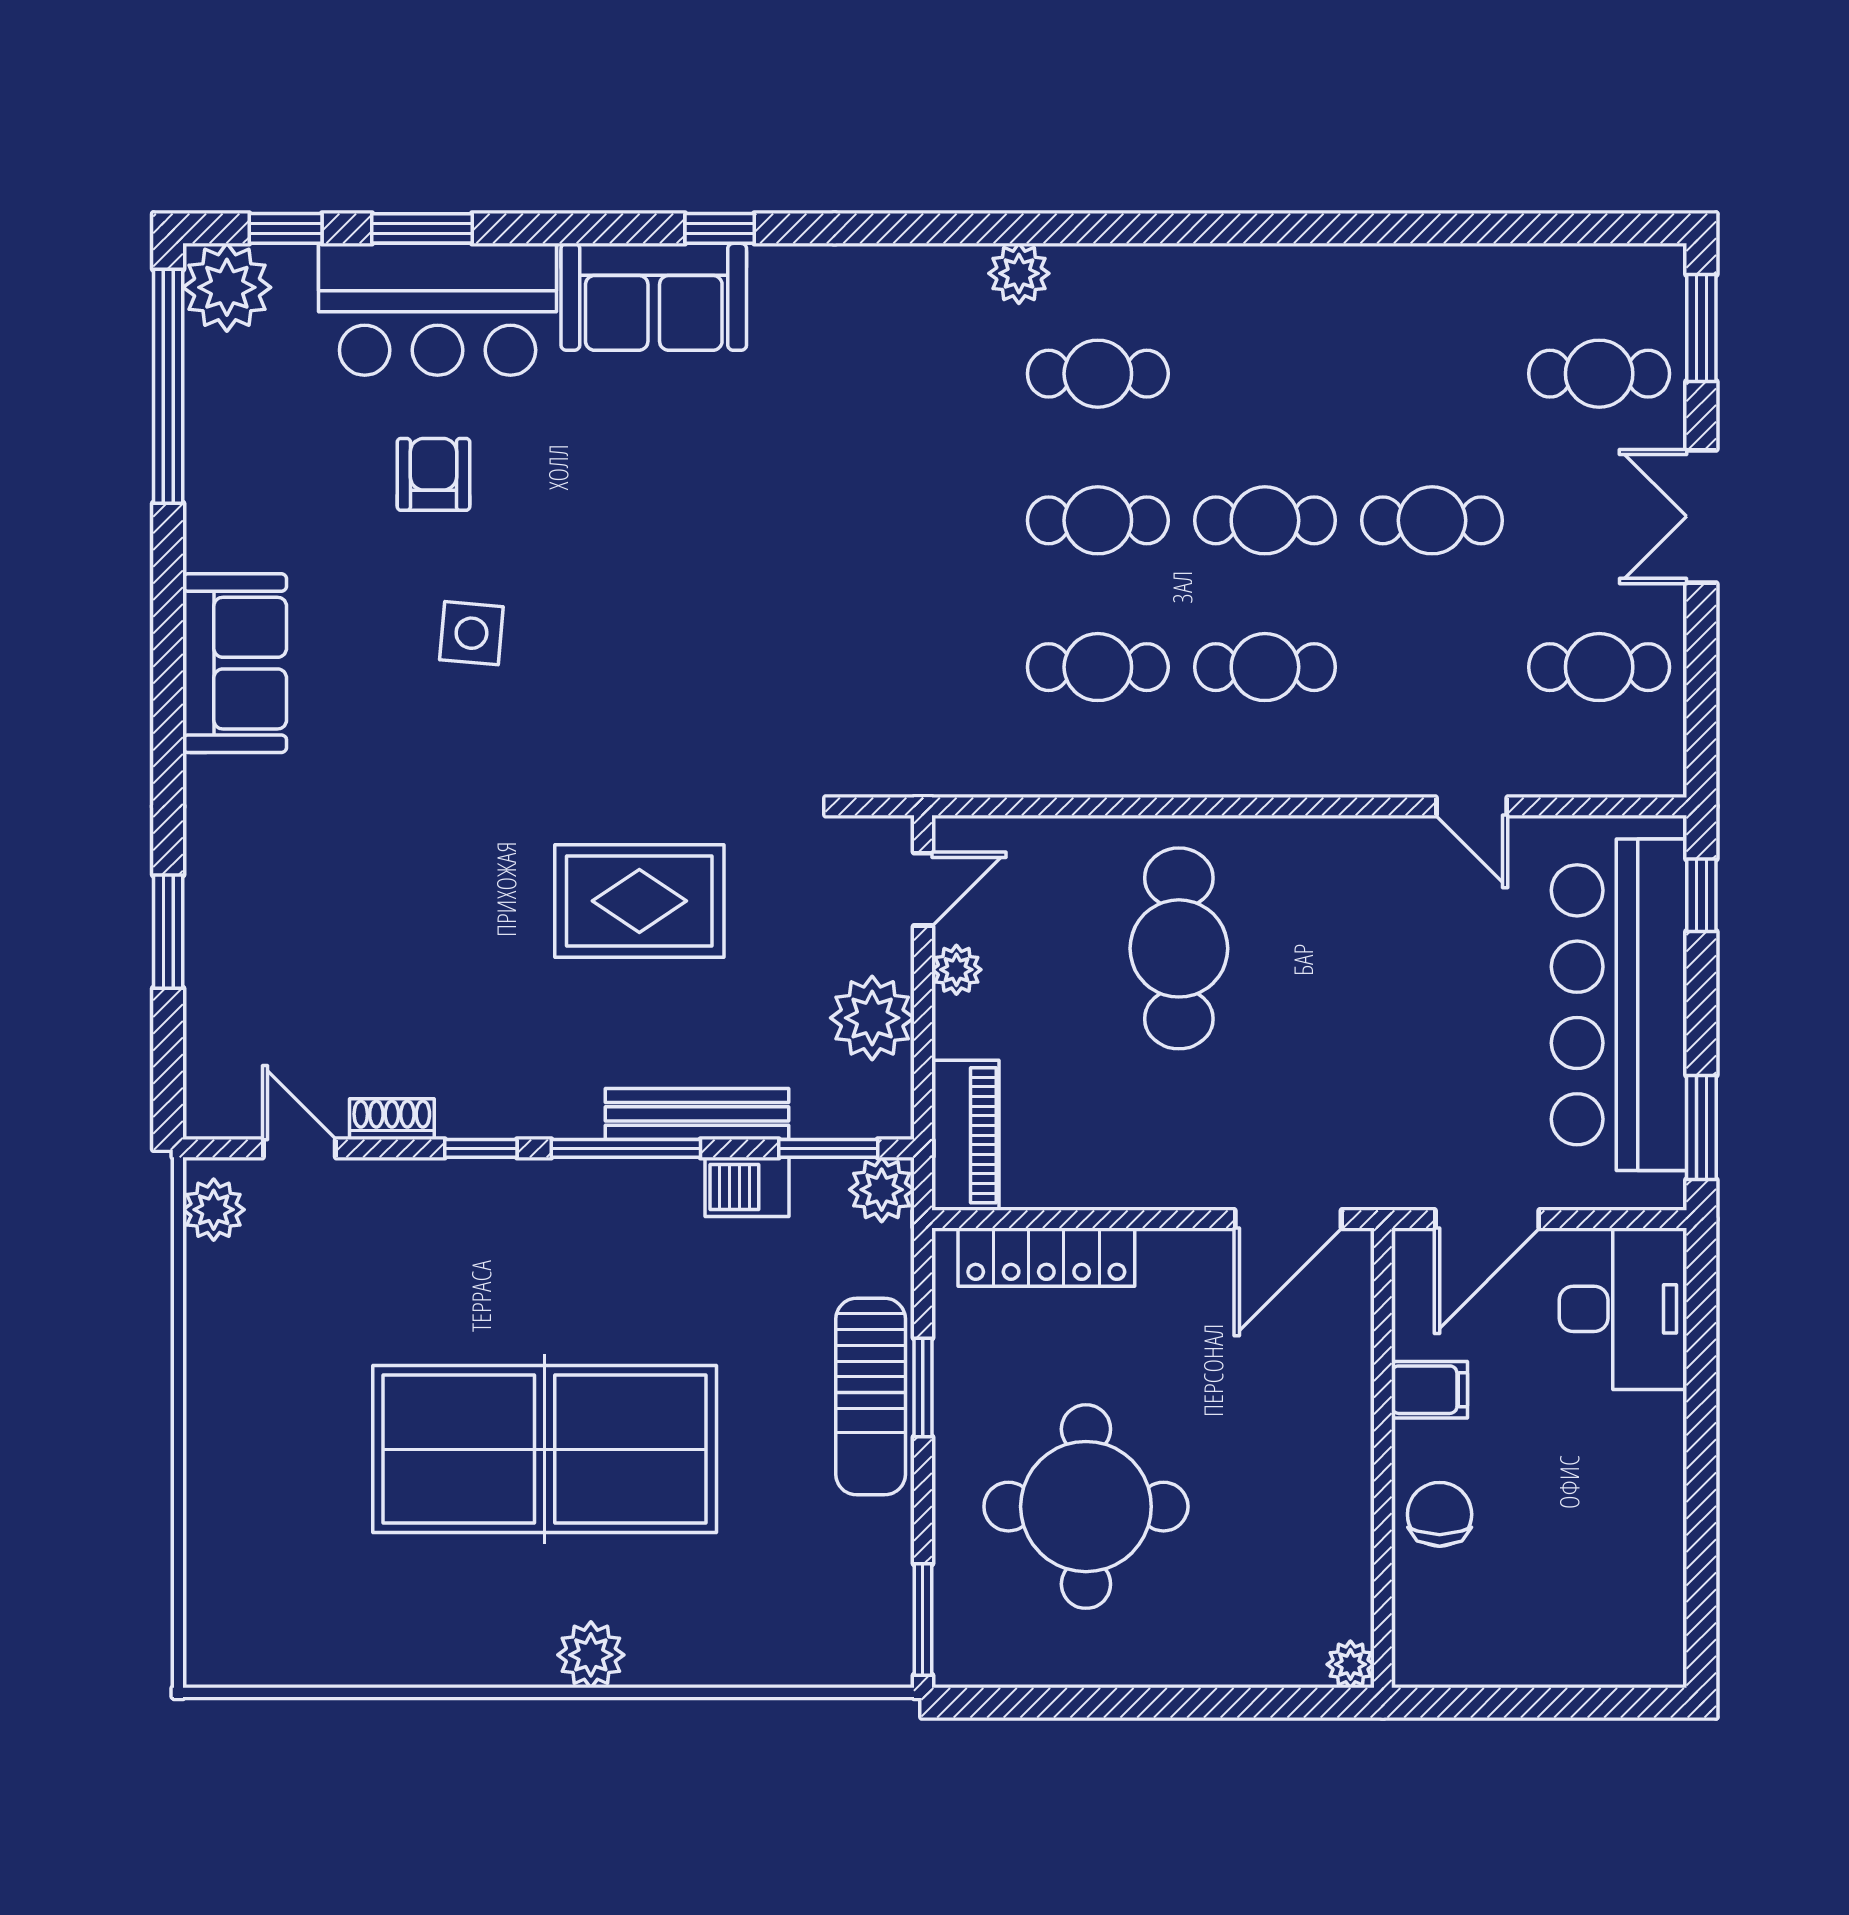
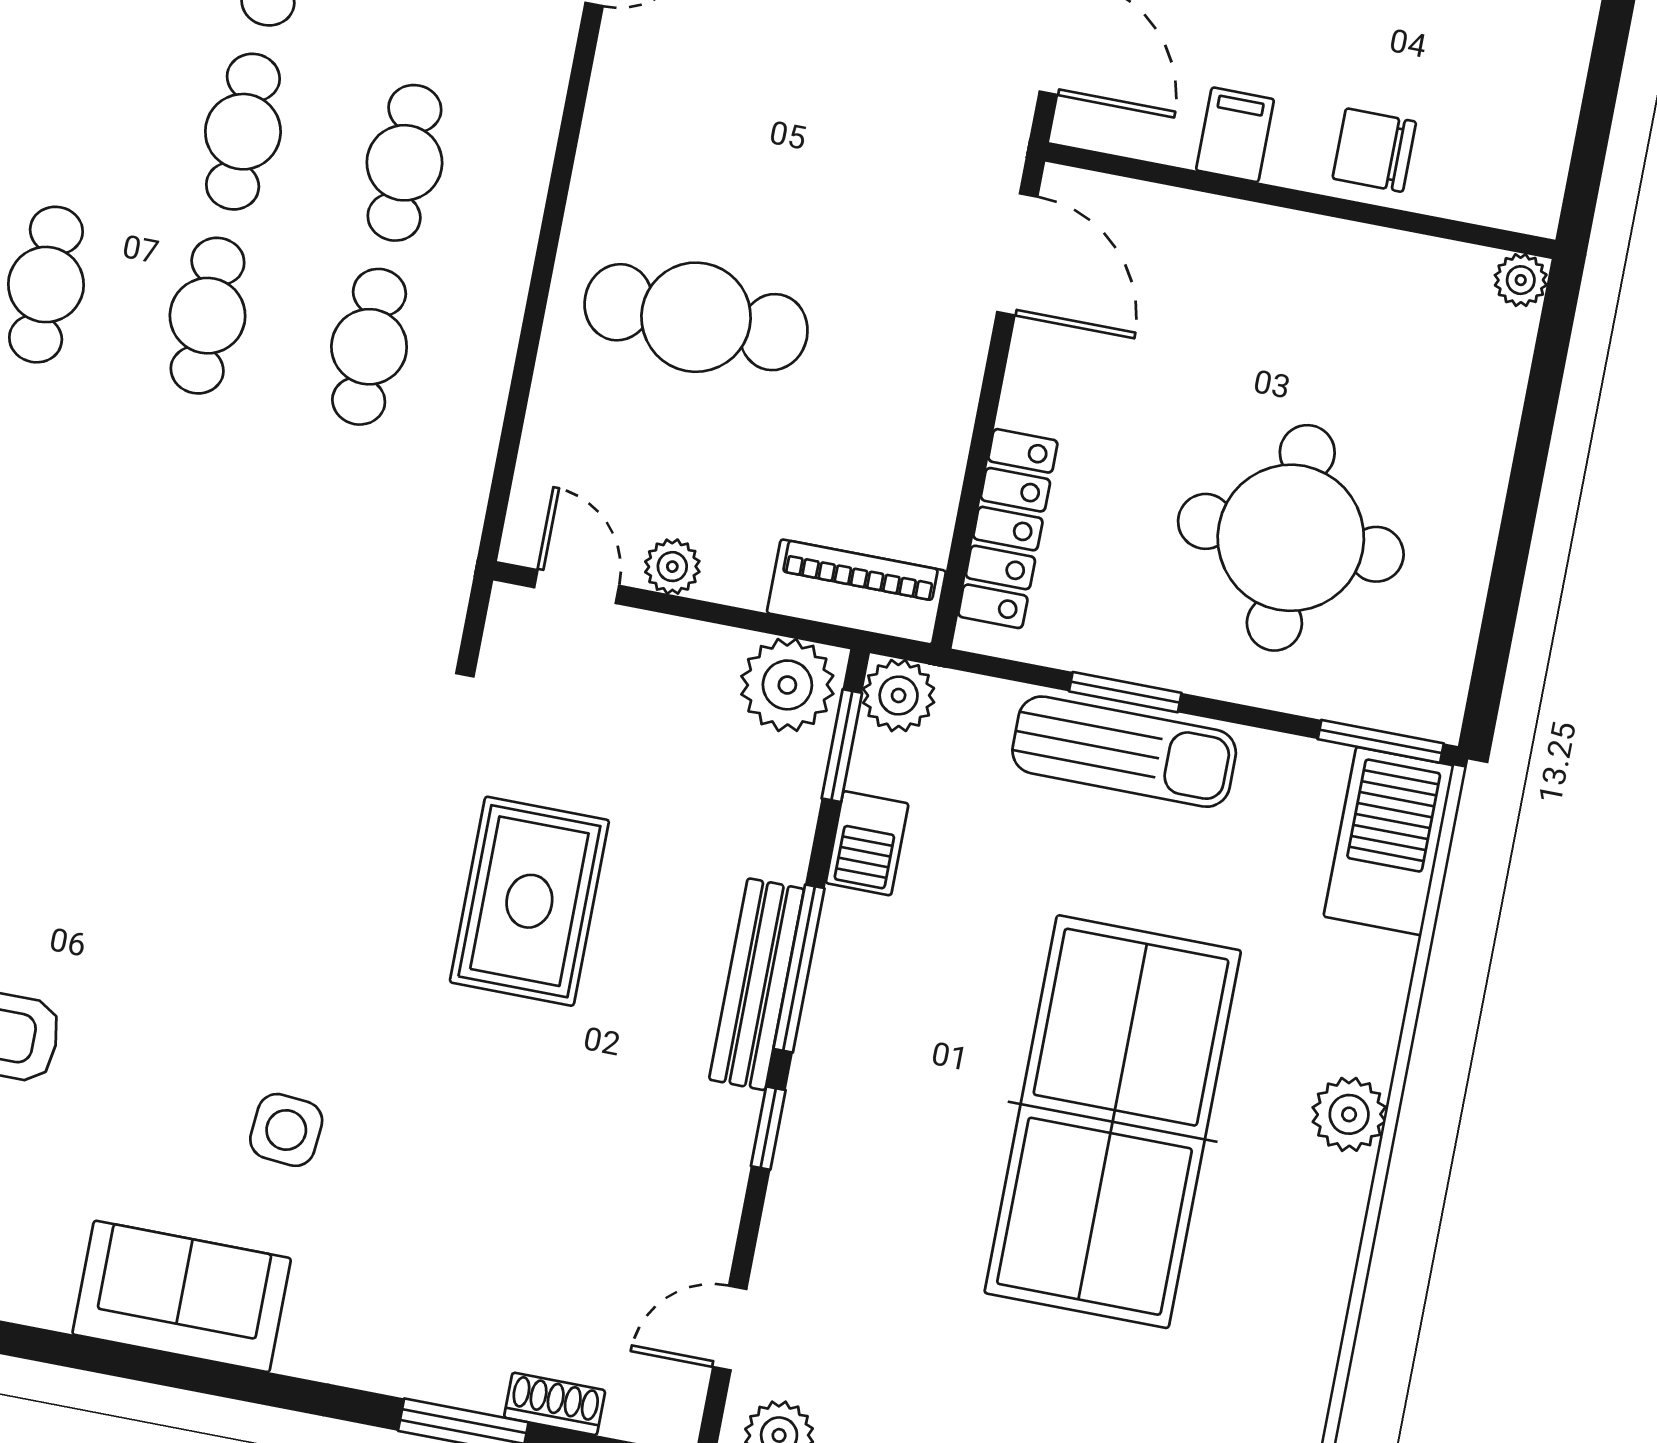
side table: (471, 633) -> (286, 1130), moved
plant: (872, 1018) -> (787, 685), moved
bench: (697, 1114) -> (757, 984), moved
shoe rack: (392, 1119) -> (555, 1404), moved, turned 90
barbecue: (837, 1643) -> (1389, 841), added

